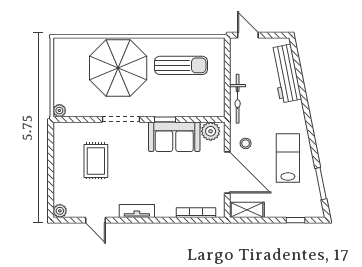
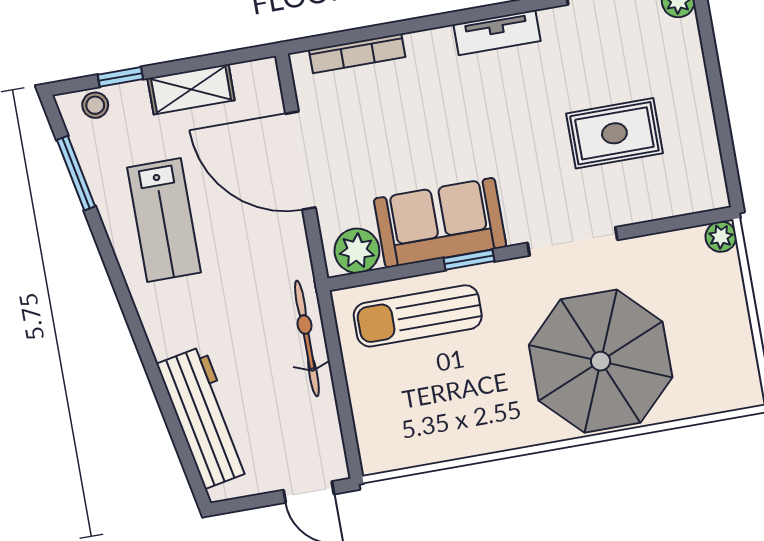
sun lounger: (181, 65) -> (418, 316), moved
stool: (246, 143) -> (95, 105), moved
rug: (96, 161) -> (614, 133), turned 90
shelving: (247, 210) -> (191, 89), moved

